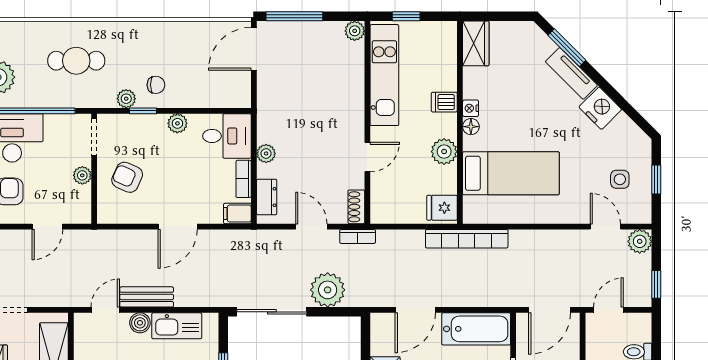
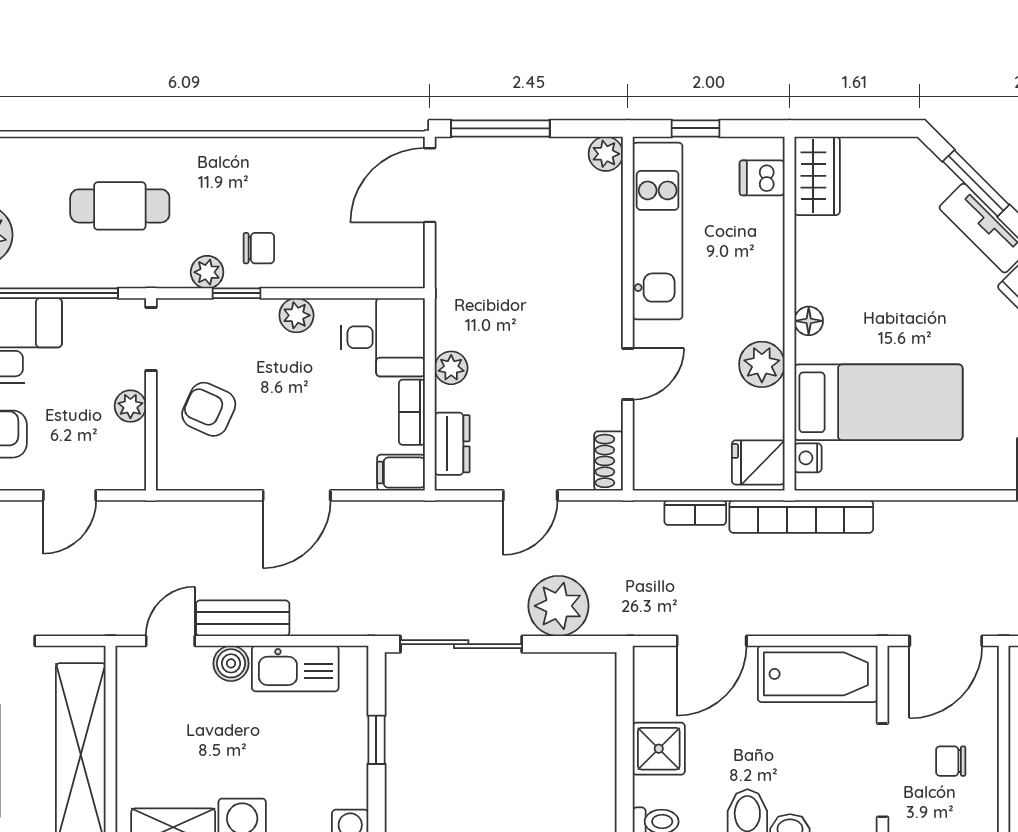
dishwasher: (444, 102) -> (762, 178), moved
nightstand: (471, 108) -> (808, 458), moved
door: (311, 227) -> (530, 495), swing flipped
bookcase: (358, 236) -> (695, 513), moved

